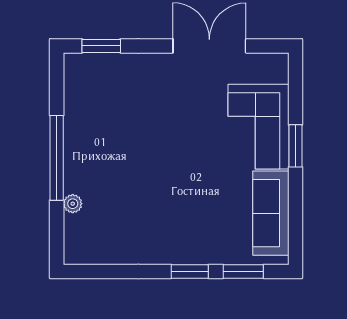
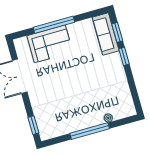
window: (295, 146) -> (54, 25), width x2.11
sofa: (271, 213) -> (106, 34), moved, turned 90

